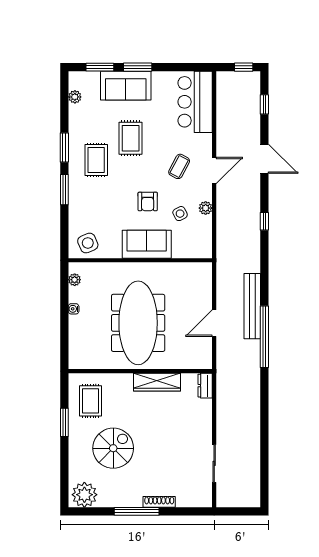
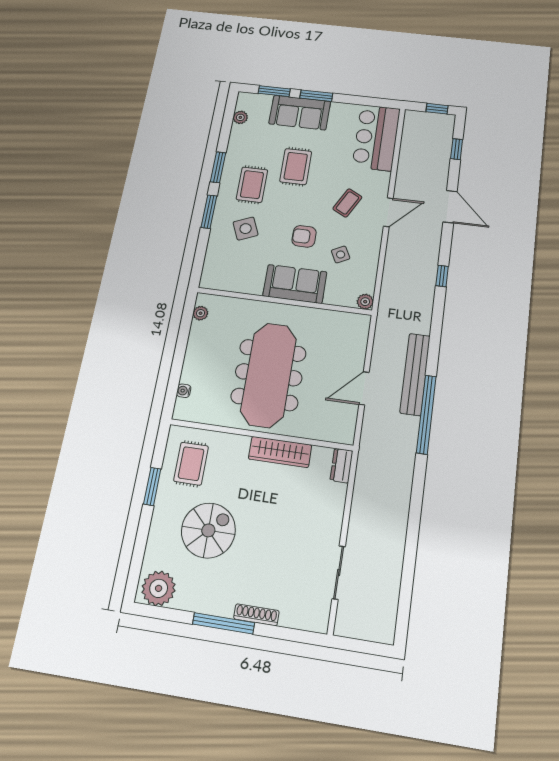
armchair: (148, 201) -> (304, 236), turned 90
plant: (206, 208) -> (365, 302), moved
side table: (88, 243) -> (246, 229), moved
water cooler: (74, 309) -> (184, 391), moved

